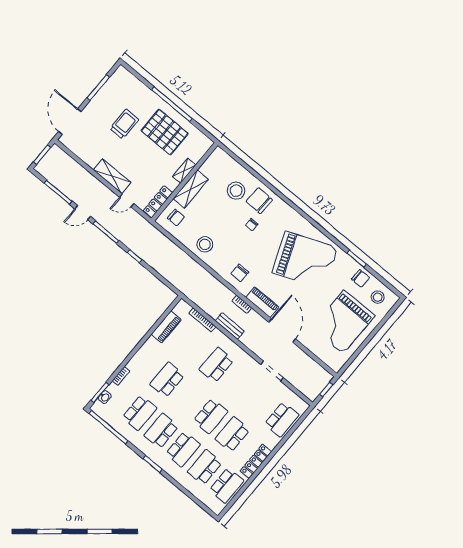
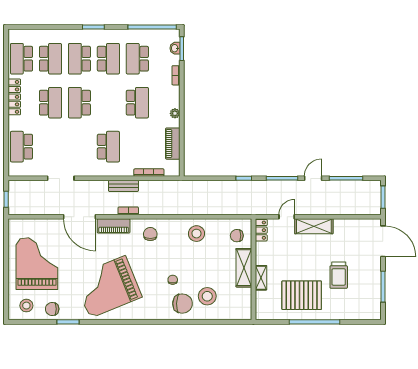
locker: (158, 202) -> (261, 230), width x0.66
plant: (146, 348) -> (175, 113), added

